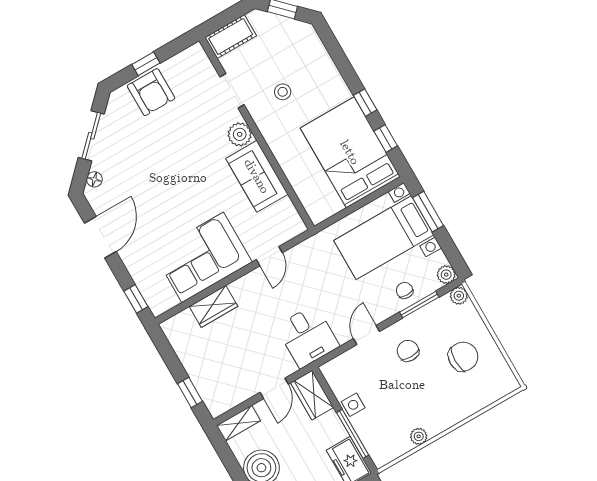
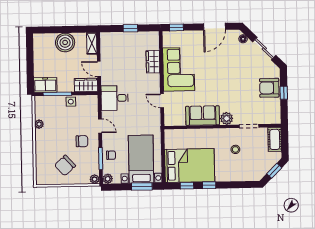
door: (100, 237) -> (214, 27), hinge flipped
chair: (463, 357) -> (65, 165), turned 48
window: (190, 393) -> (130, 28), moved

